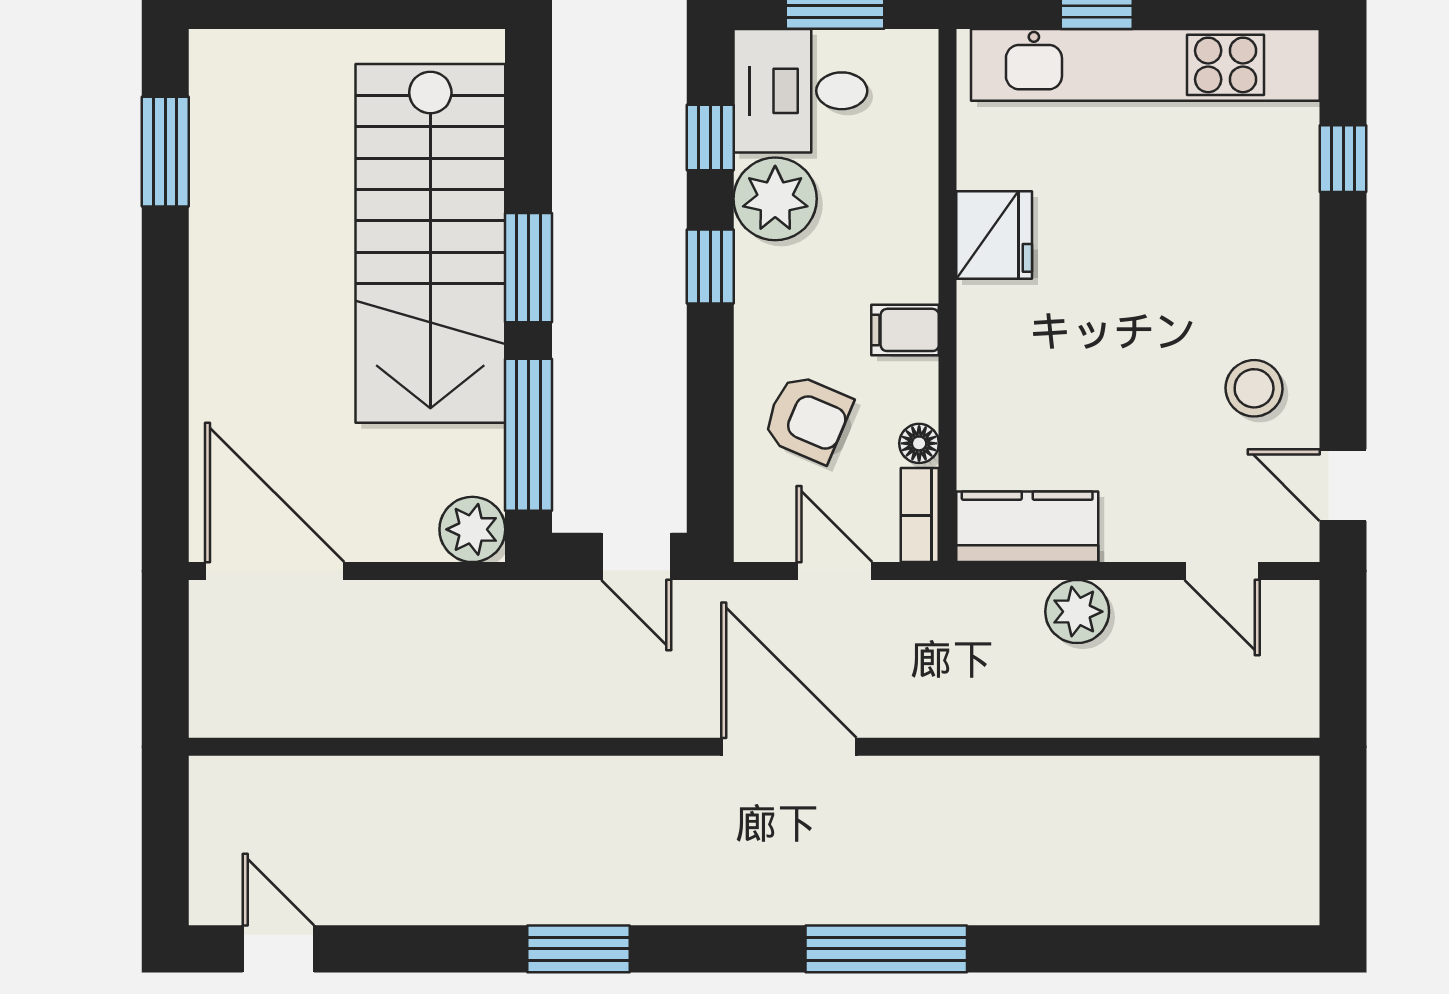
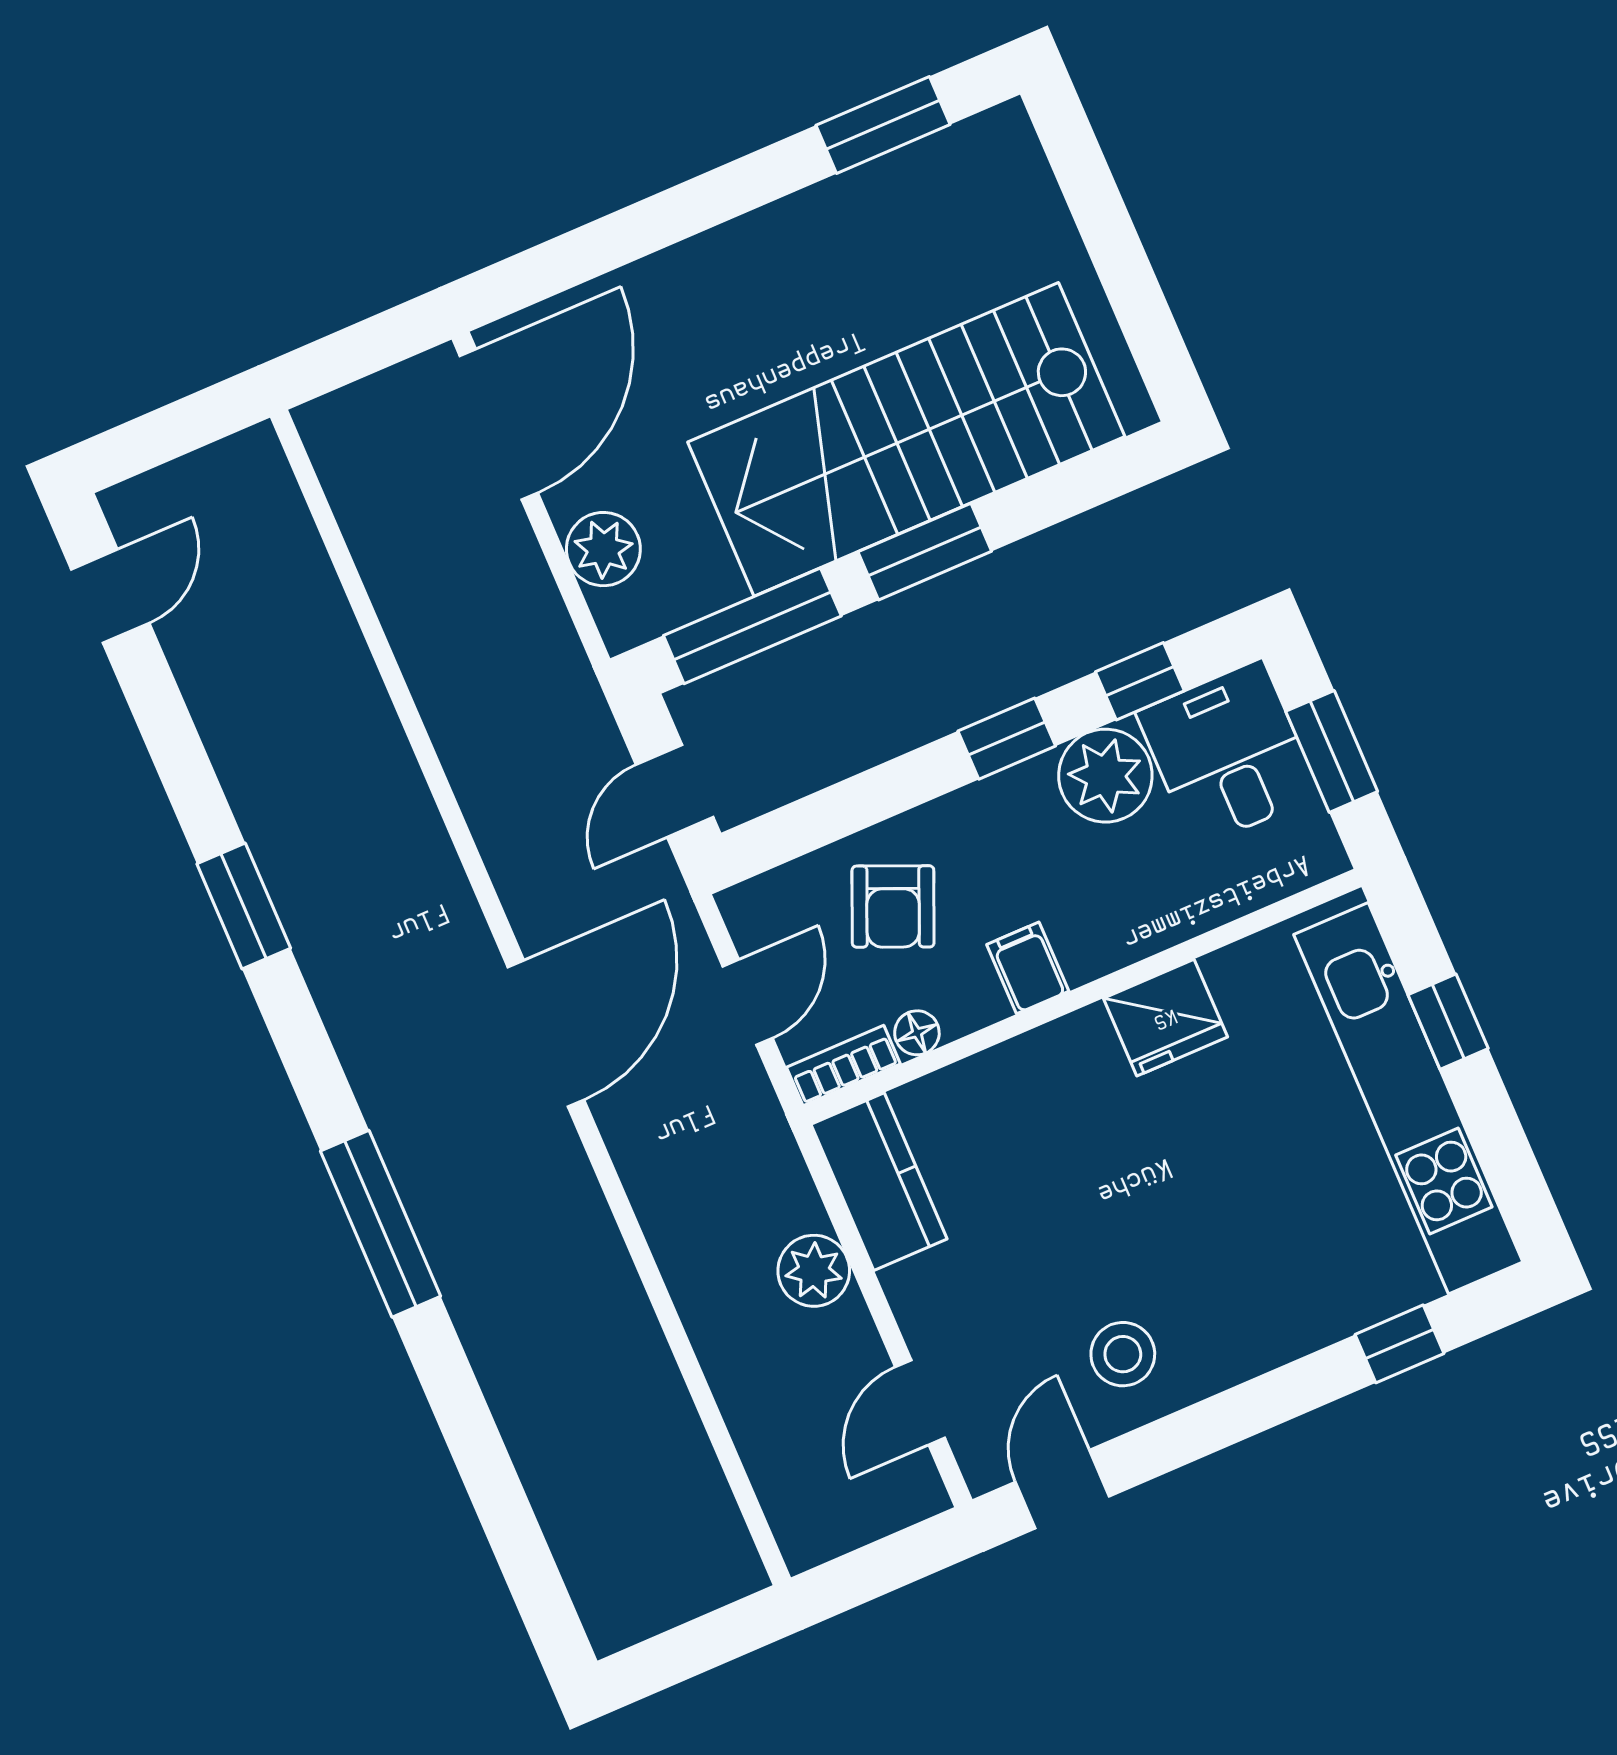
plant: (472, 529) -> (603, 549), moved

